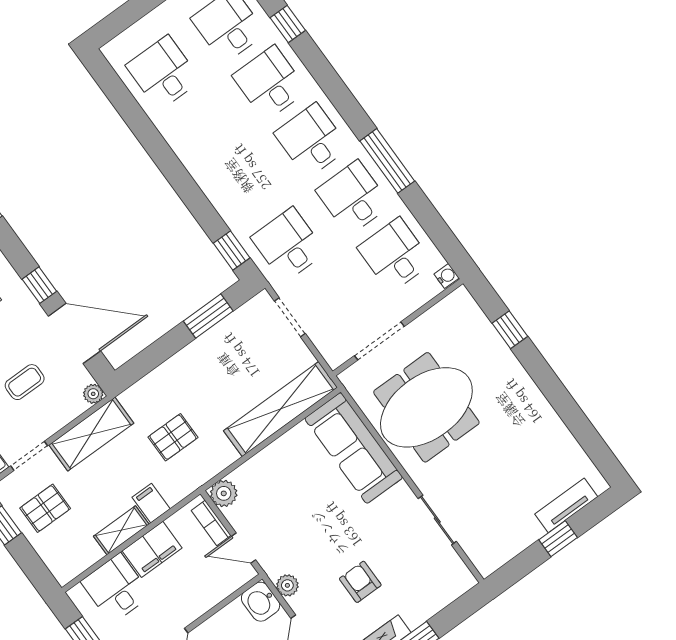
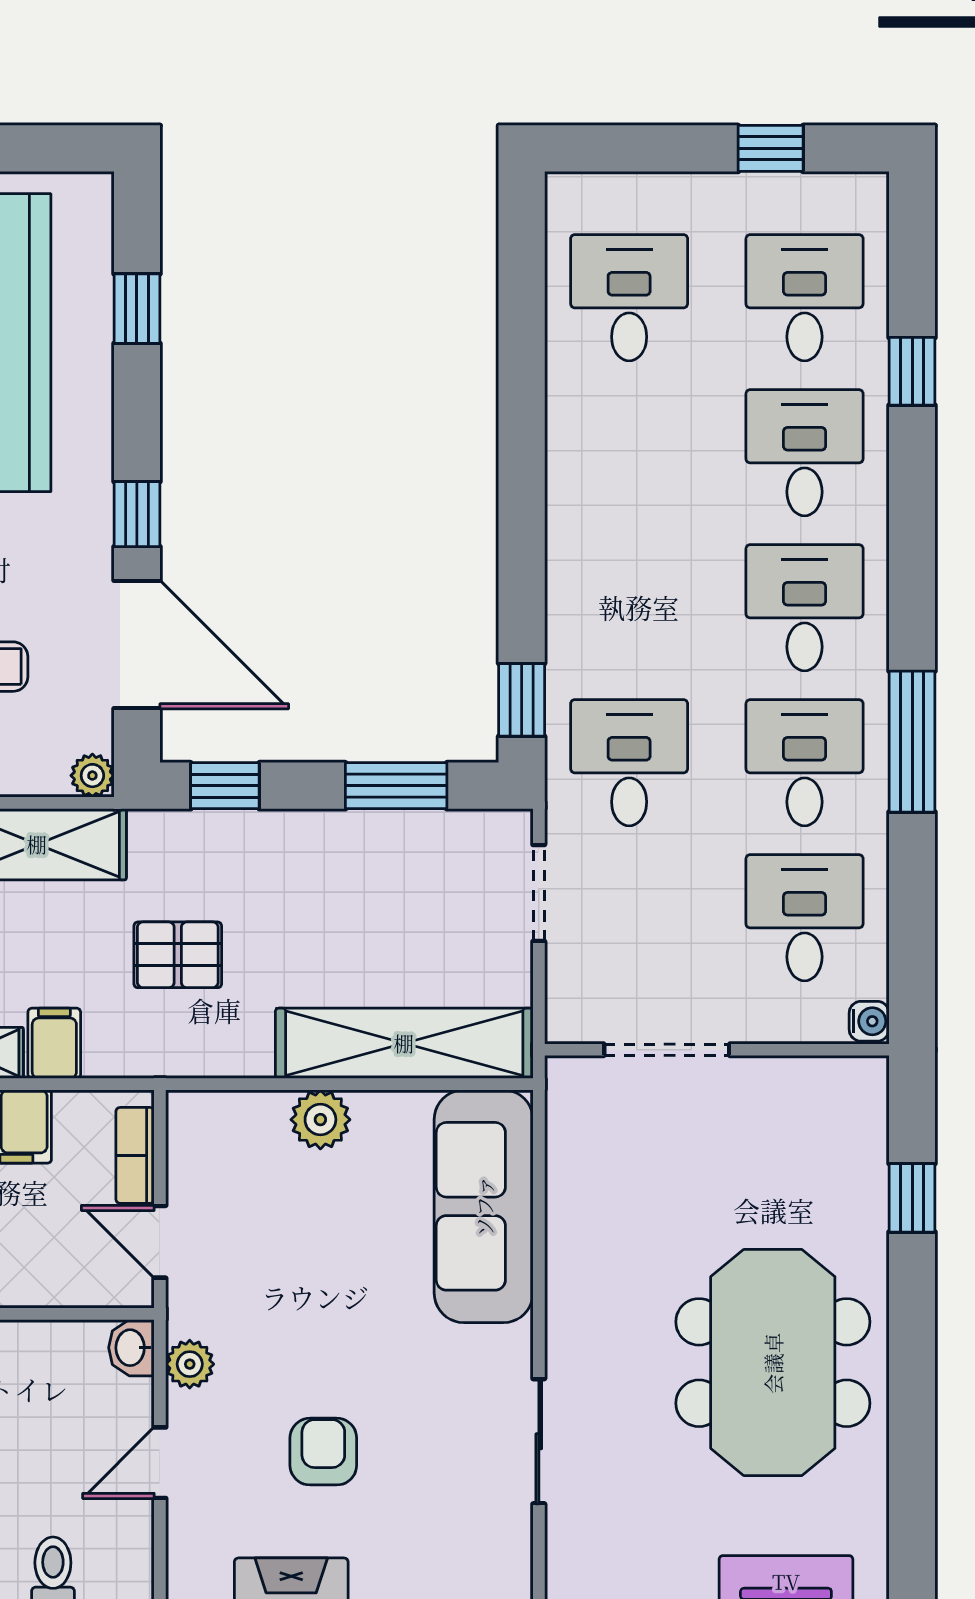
window: (145, 362) -> (225, 786), added
meeting table: (426, 407) -> (773, 1363), moved, turned 90
plant: (224, 493) -> (320, 1120), moved
washbasin: (261, 602) -> (131, 1348), width x0.72, depth x0.69

